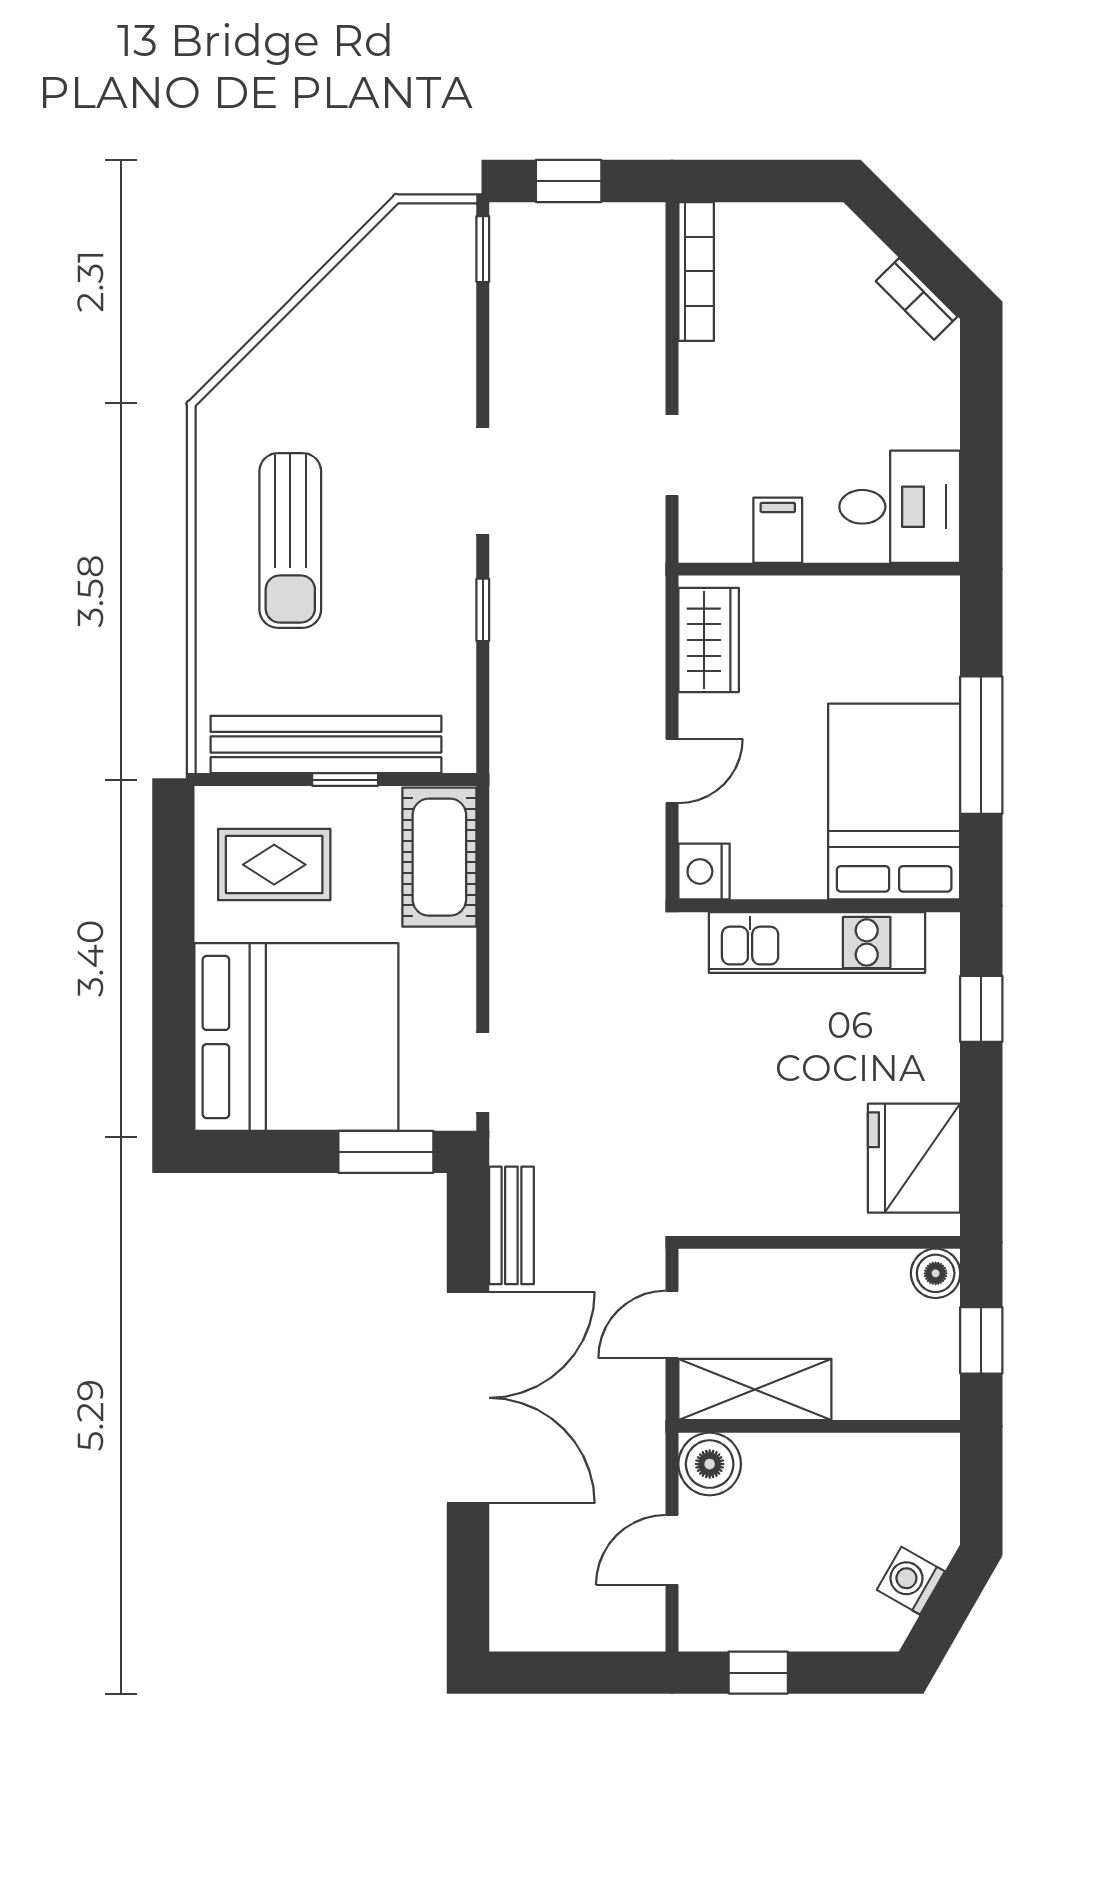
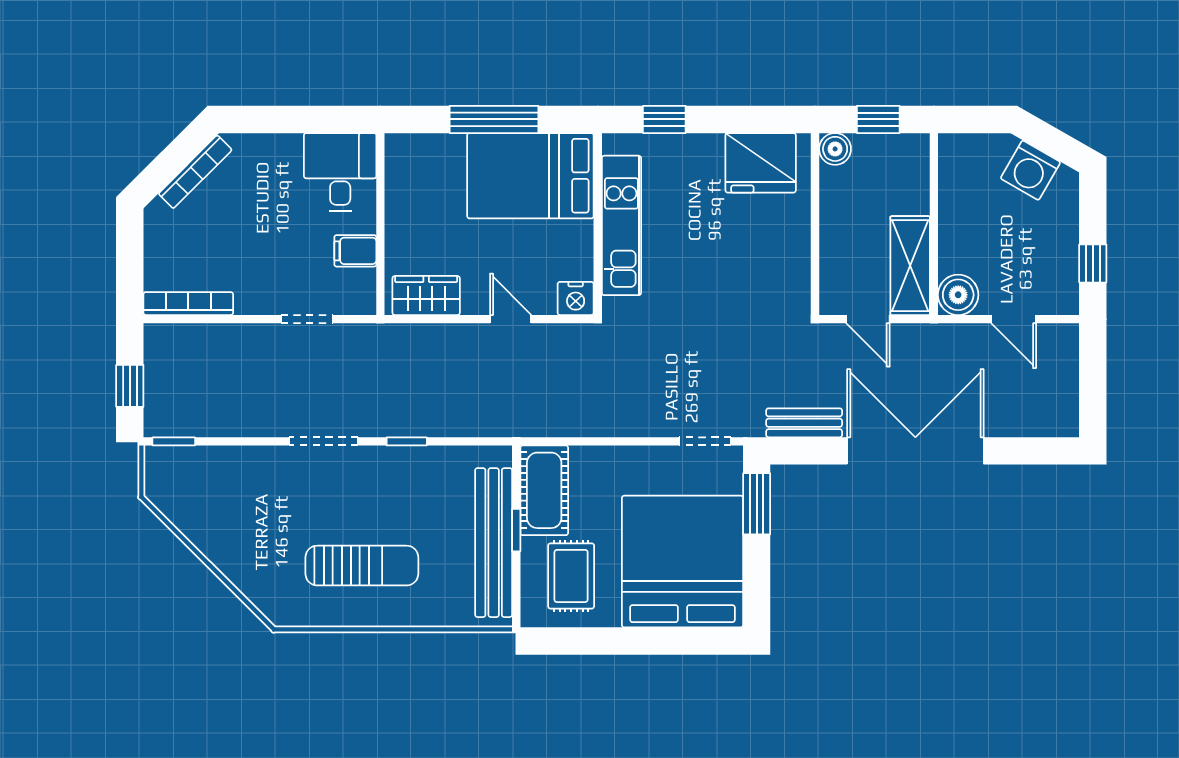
bookcase: (917, 299) -> (195, 172), width x1.56
cot: (439, 857) -> (544, 490), moved, turned 90
washing machine: (911, 1581) -> (1030, 170), width x1.38, depth x1.38

